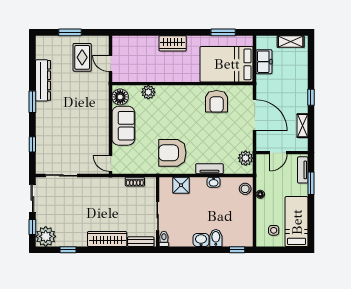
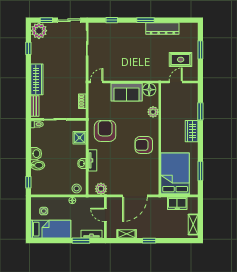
window: (148, 32) -> (200, 111), added
armchair: (217, 101) -> (144, 145), moved

